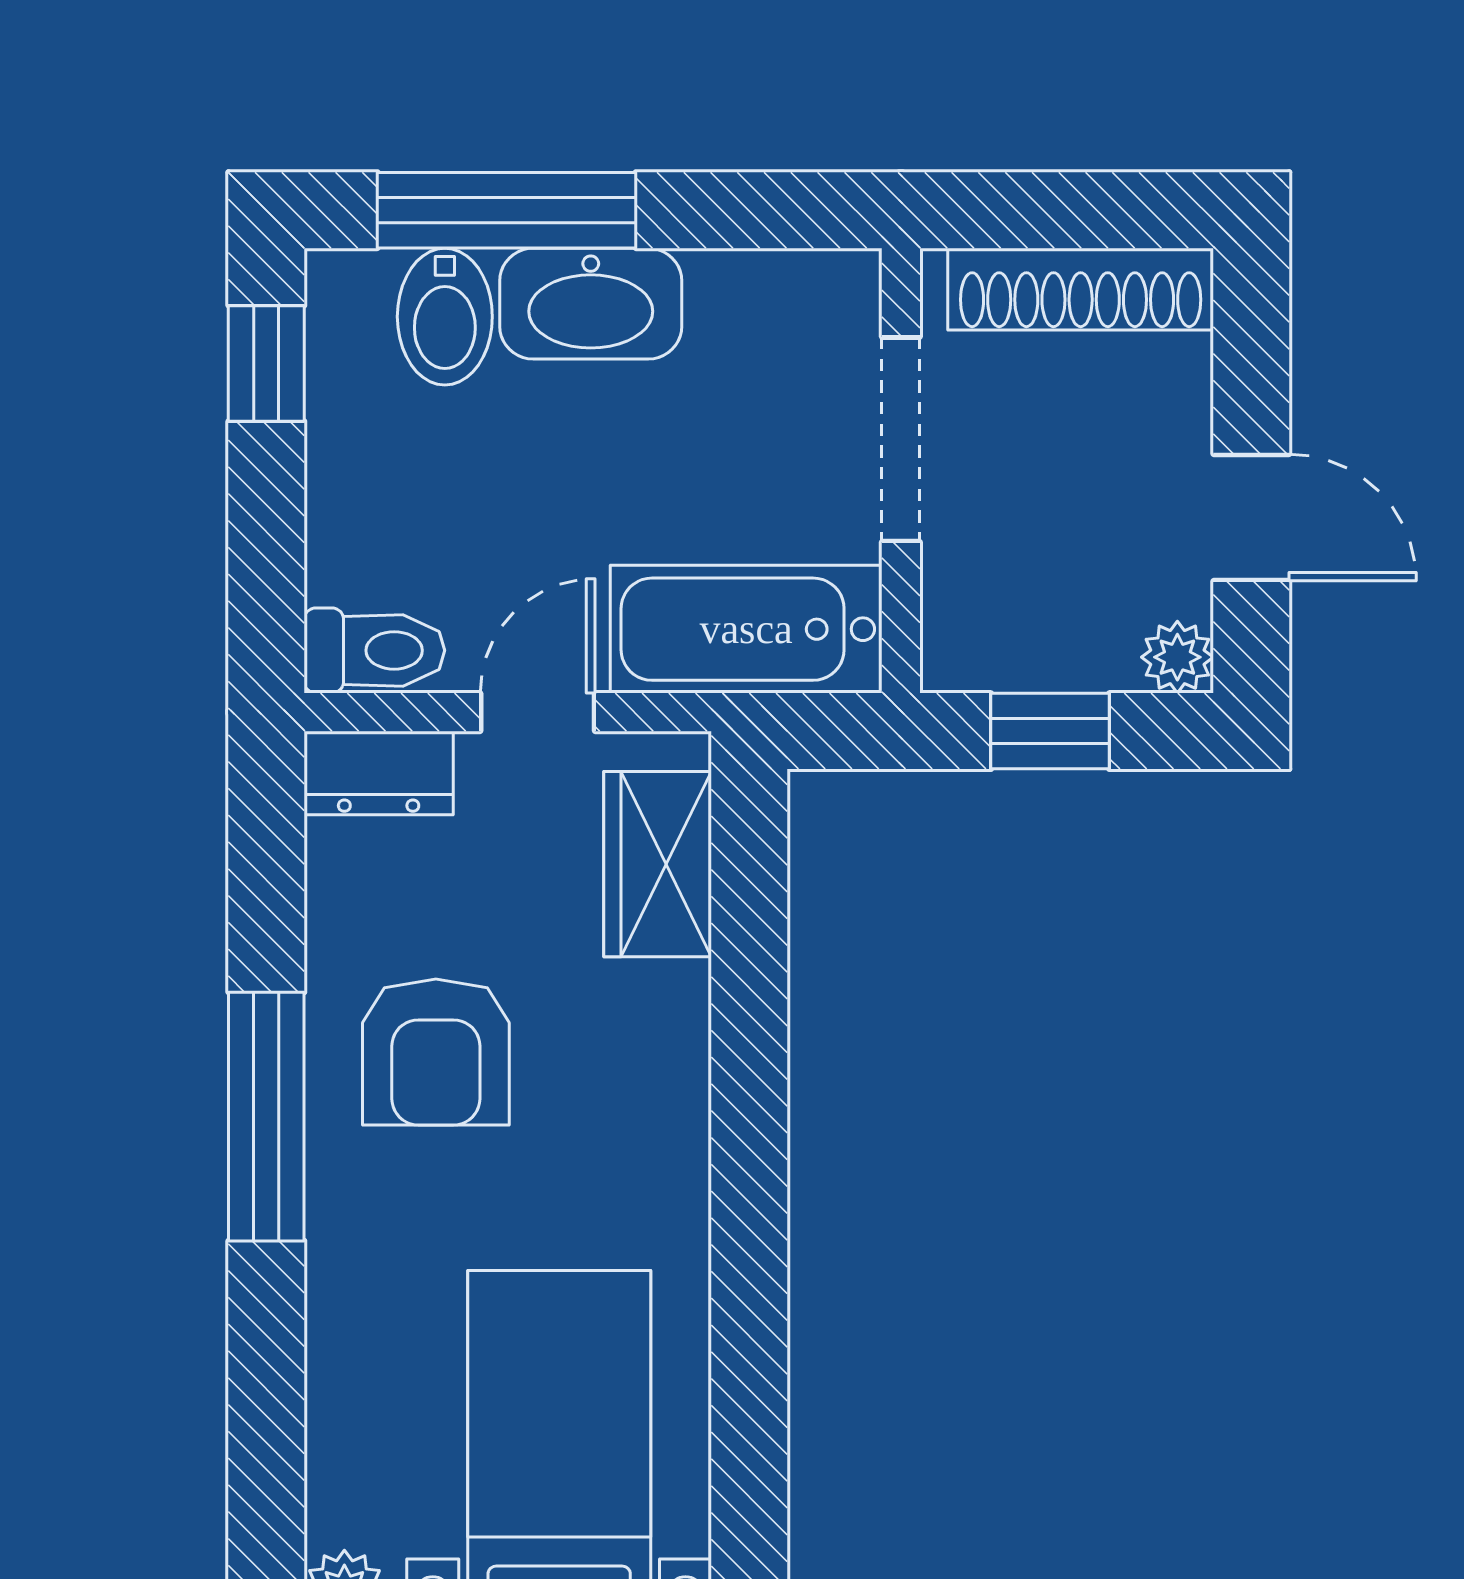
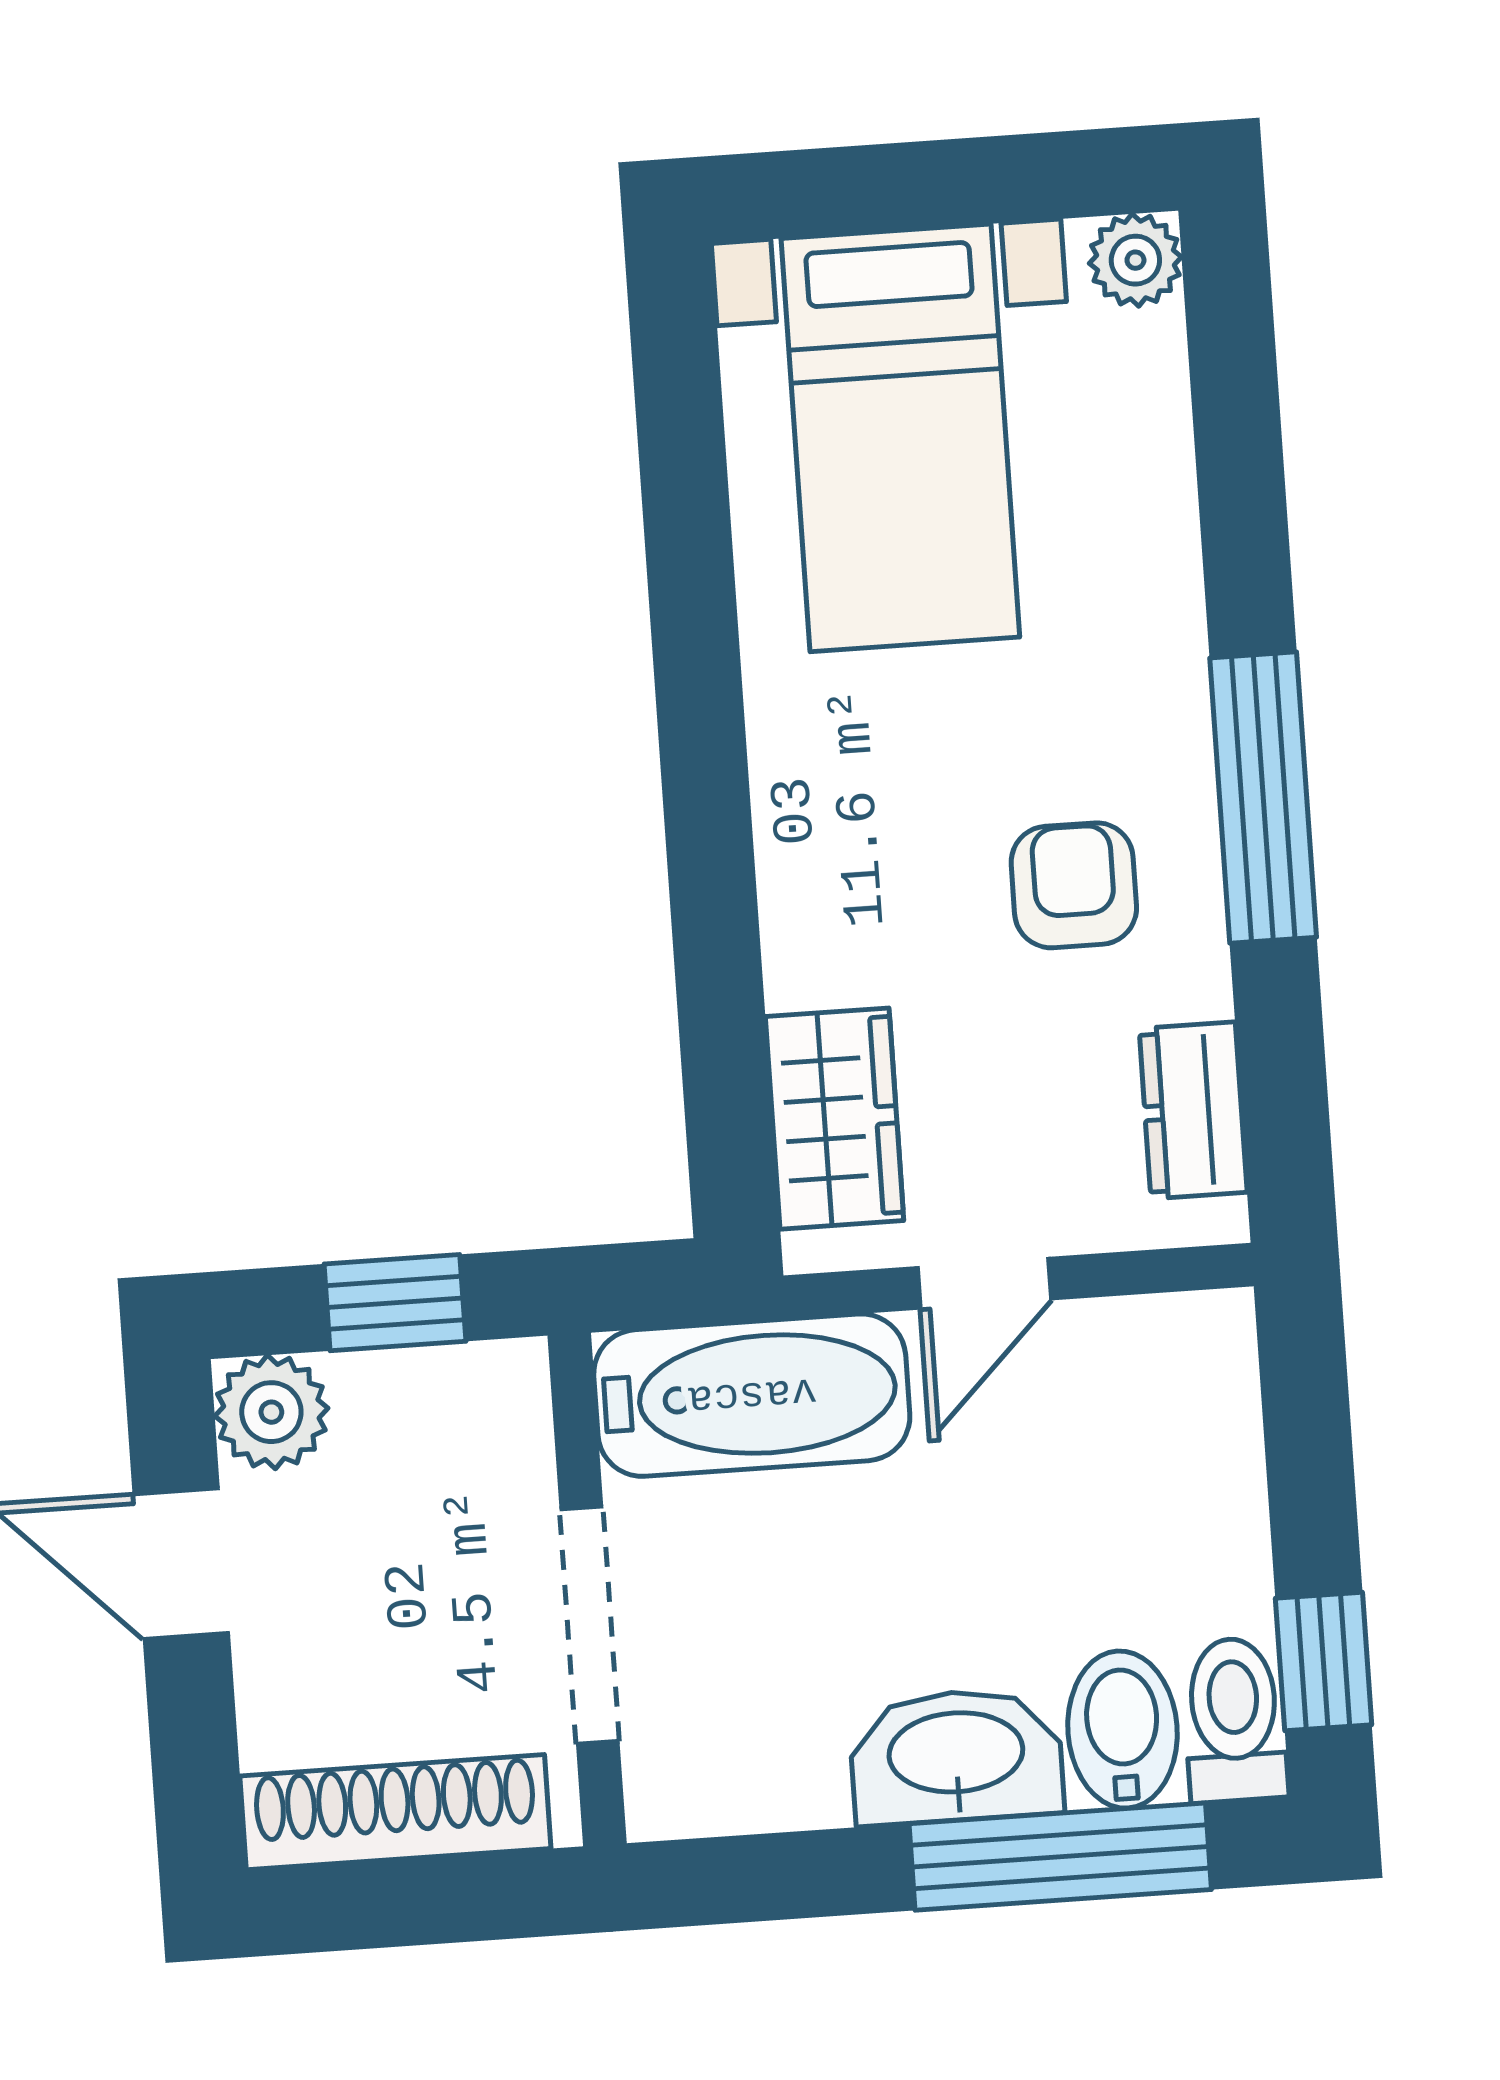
toilet: (374, 650) -> (1234, 1720), moved, turned 90
plant: (1177, 657) -> (271, 1412), width x1.38, depth x1.38
dresser: (379, 773) -> (1193, 1110), moved, turned -90
armchair: (436, 1052) -> (1074, 885), width x0.72, depth x0.72

